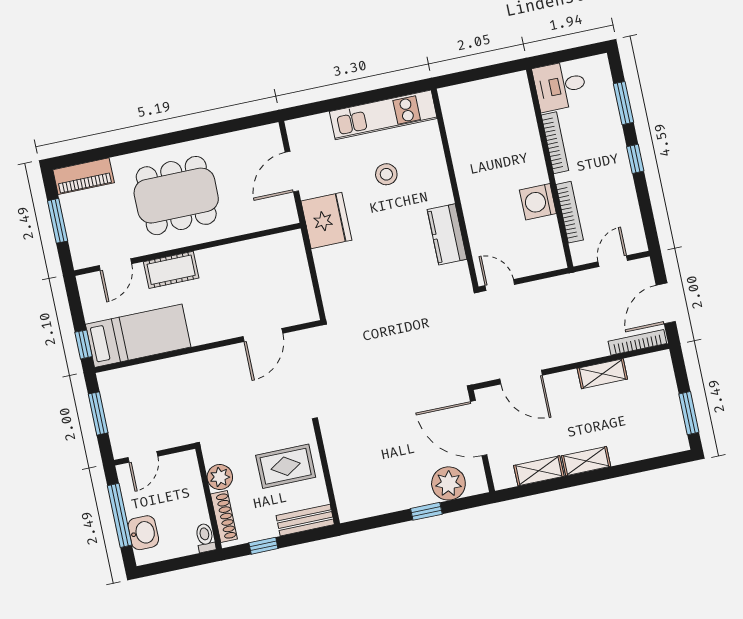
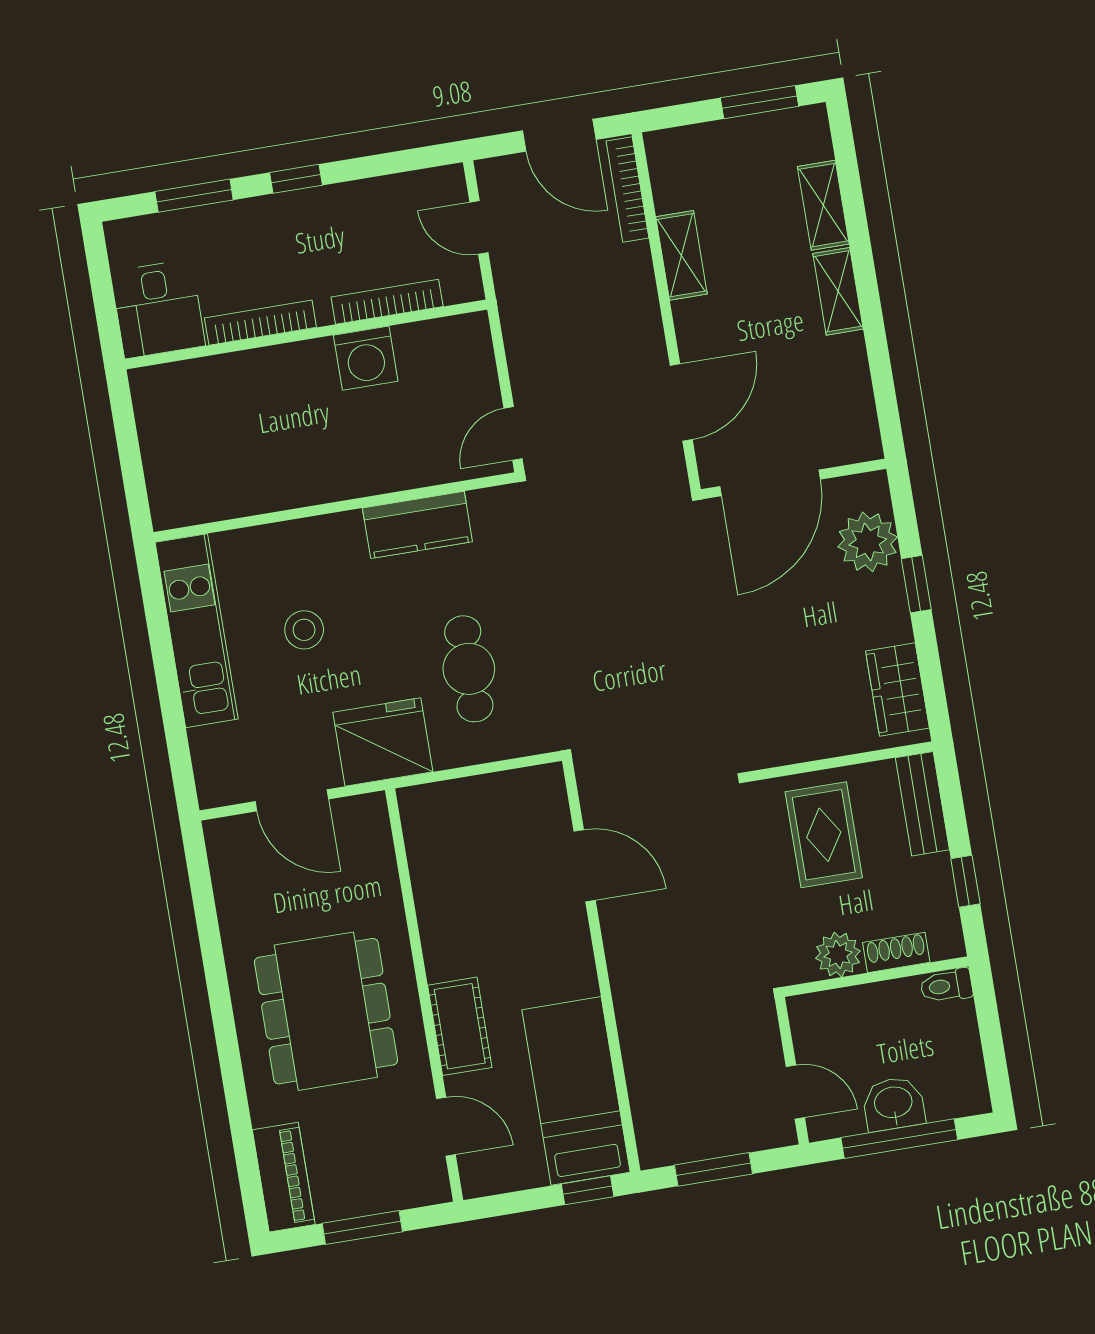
cafe table: (369, 266) -> (469, 669), added
shelving: (539, 471) -> (823, 205), moved
wardrobe: (368, 503) -> (897, 690), added
shoe rack: (224, 516) -> (896, 952), width x0.70
washbasin: (143, 533) -> (893, 1104), moved

